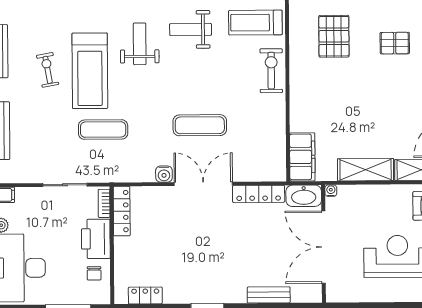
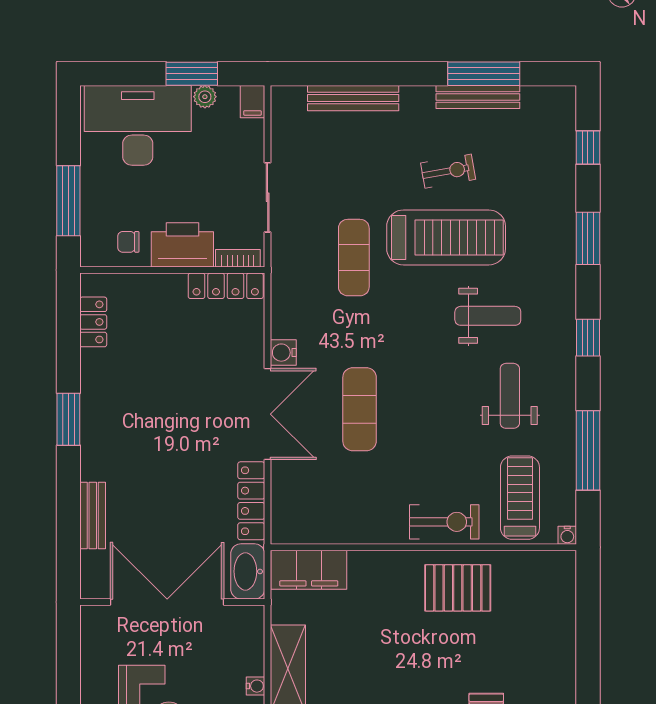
pallet: (334, 36) -> (458, 588), moved
treadmill: (90, 71) -> (446, 237), turned 180
water cooler: (331, 191) -> (255, 686), moved

